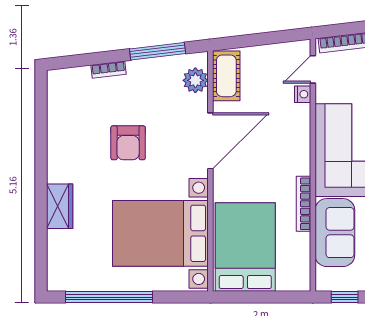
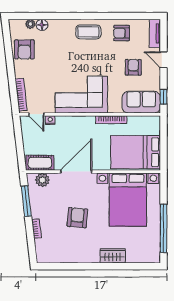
door: (210, 141) -> (76, 172), hinge flipped
armchair: (128, 143) -> (77, 218), turned -85
sofa: (335, 233) -> (141, 102), moved

